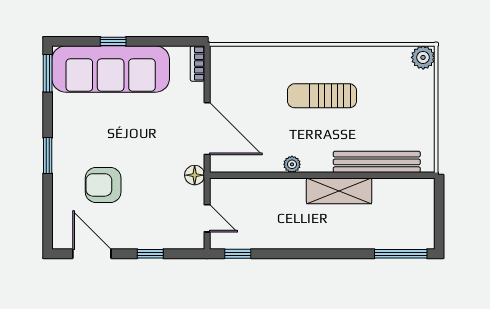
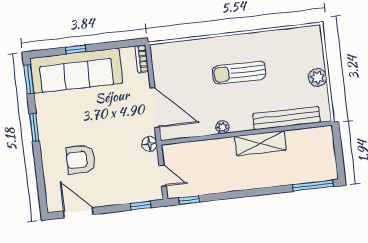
plant: (423, 57) -> (317, 77), moved
window: (48, 156) -> (34, 127), moved
window: (150, 254) -> (141, 205), moved

